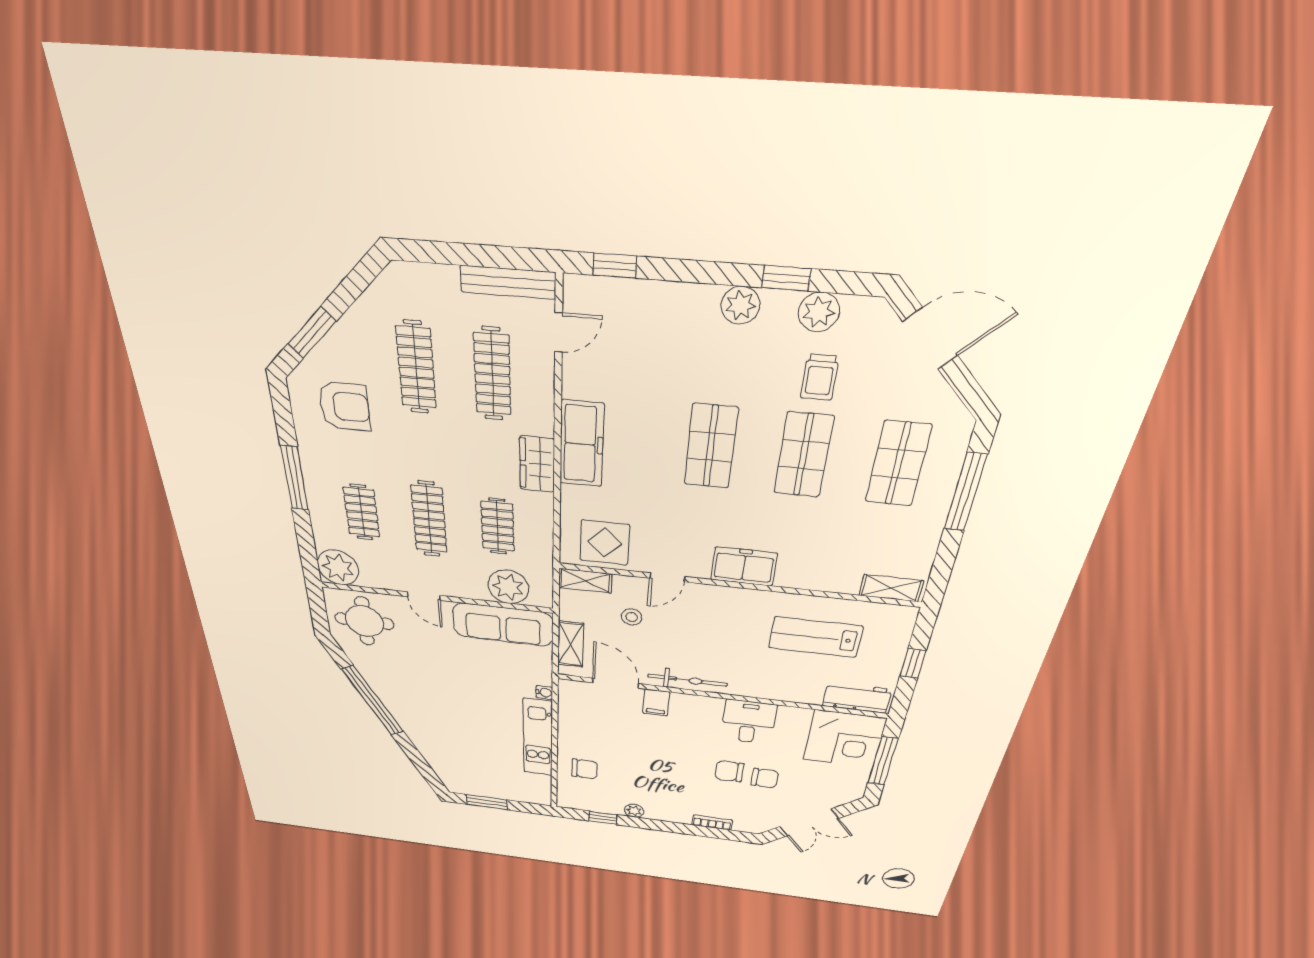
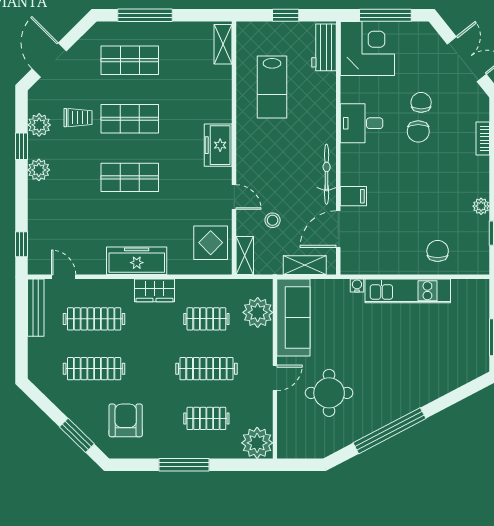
round table: (364, 621) -> (329, 393), moved

